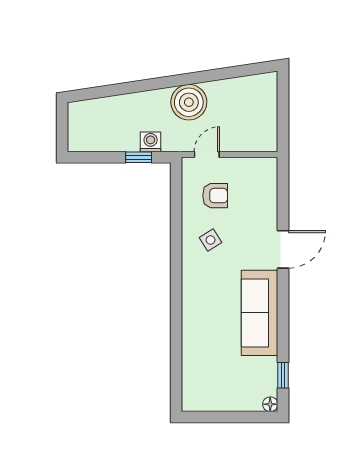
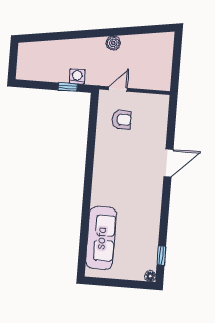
boiler: (189, 102) -> (113, 43), width x0.54, depth x0.54
side table: (211, 240) -> (116, 152), removed
sofa: (260, 313) -> (101, 238), moved, turned 180

